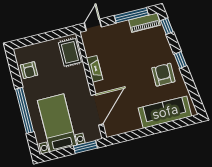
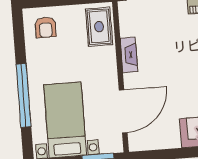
armchair: (29, 70) -> (46, 27), moved

